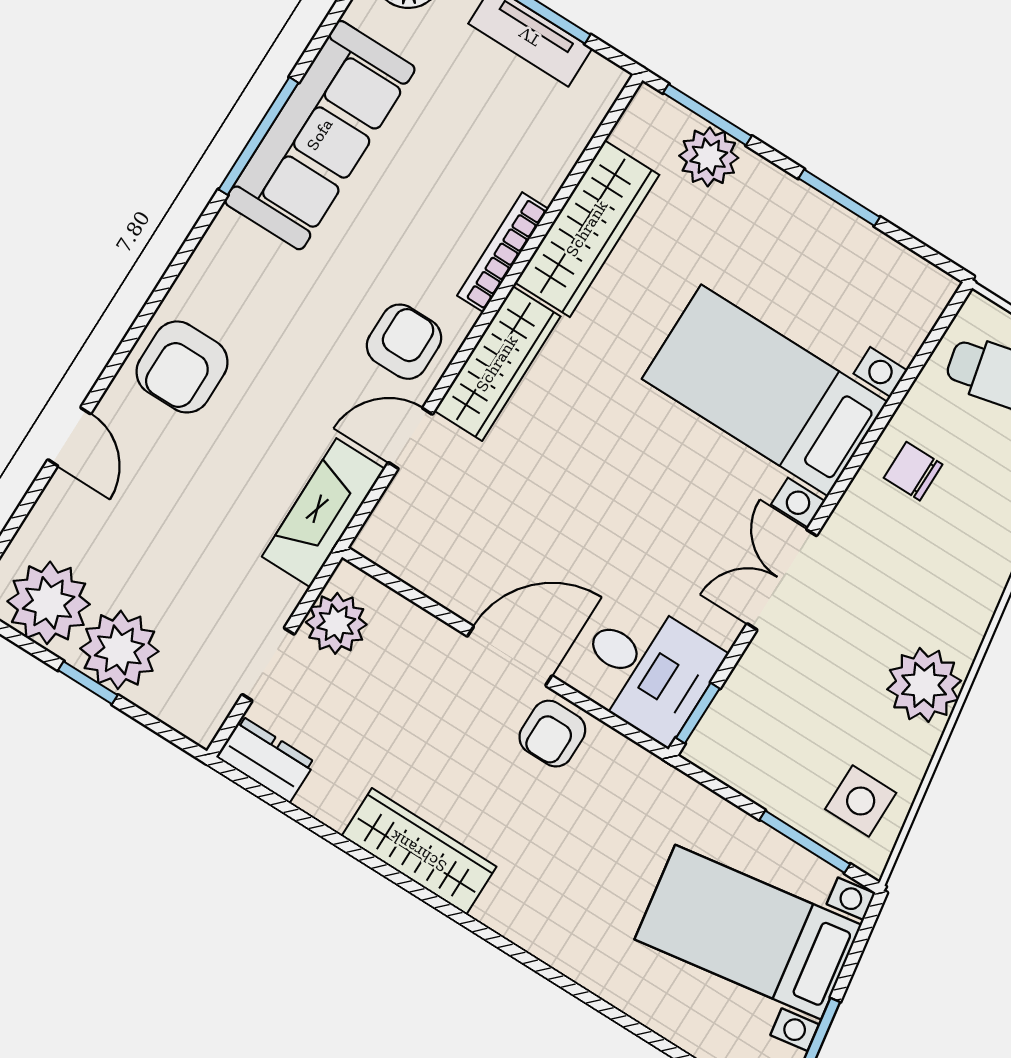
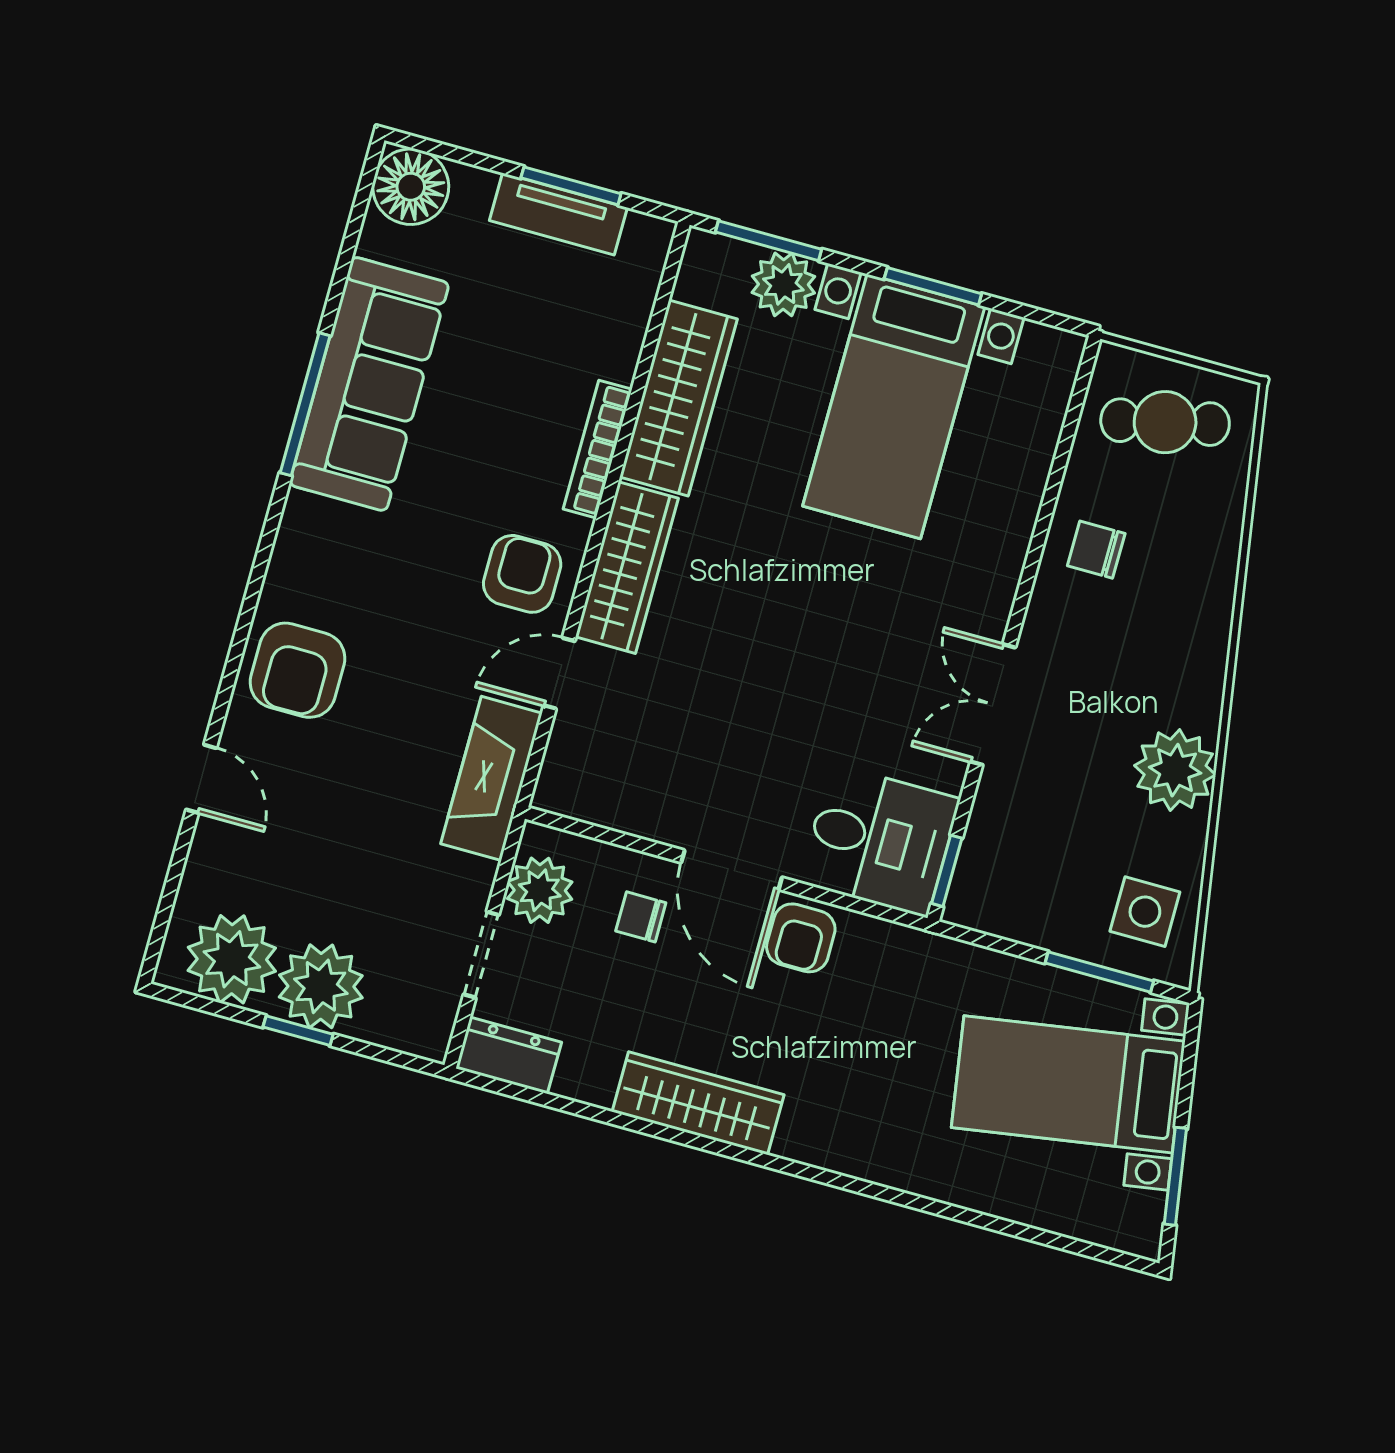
bed with nightstands: (765, 390) -> (894, 406), moved, turned -90
door: (510, 656) -> (732, 870), swing flipped
chair: (418, 673) -> (641, 917), added

